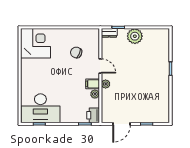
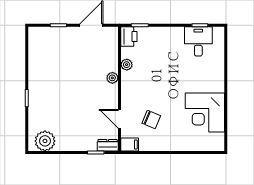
plant: (135, 36) -> (45, 141), moved
corner desk: (36, 43) -> (205, 112), moved
door: (100, 66) -> (119, 119), moved
filing cabinet: (93, 84) -> (130, 144), moved
desk: (40, 108) -> (198, 41), width x0.53, depth x0.77

